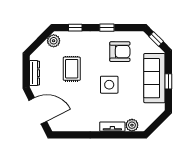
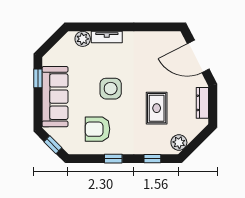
window: (168, 81) -> (38, 78), moved

